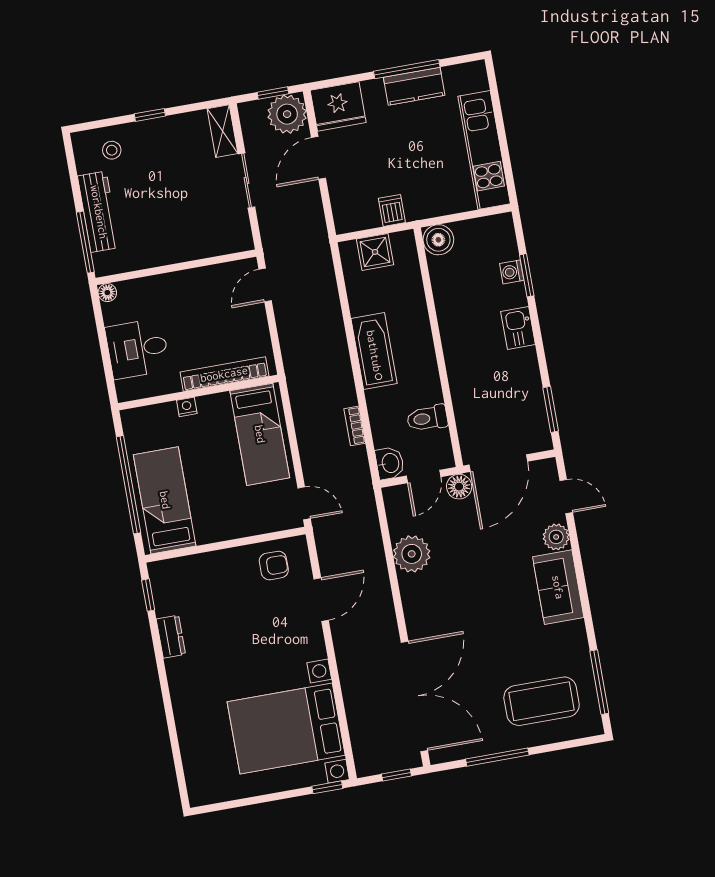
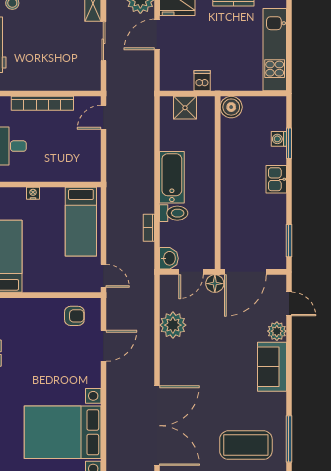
bookcase: (224, 374) -> (42, 103), moved, turned 180
toilet: (427, 418) -> (174, 213), moved, turned 180

